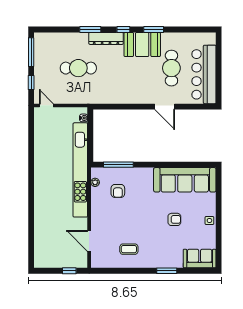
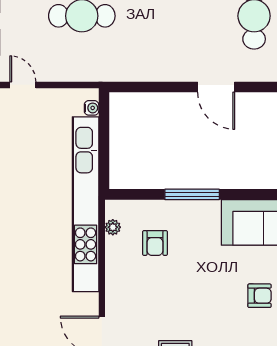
door: (165, 107) -> (216, 87), moved
window: (118, 165) -> (192, 194), moved

